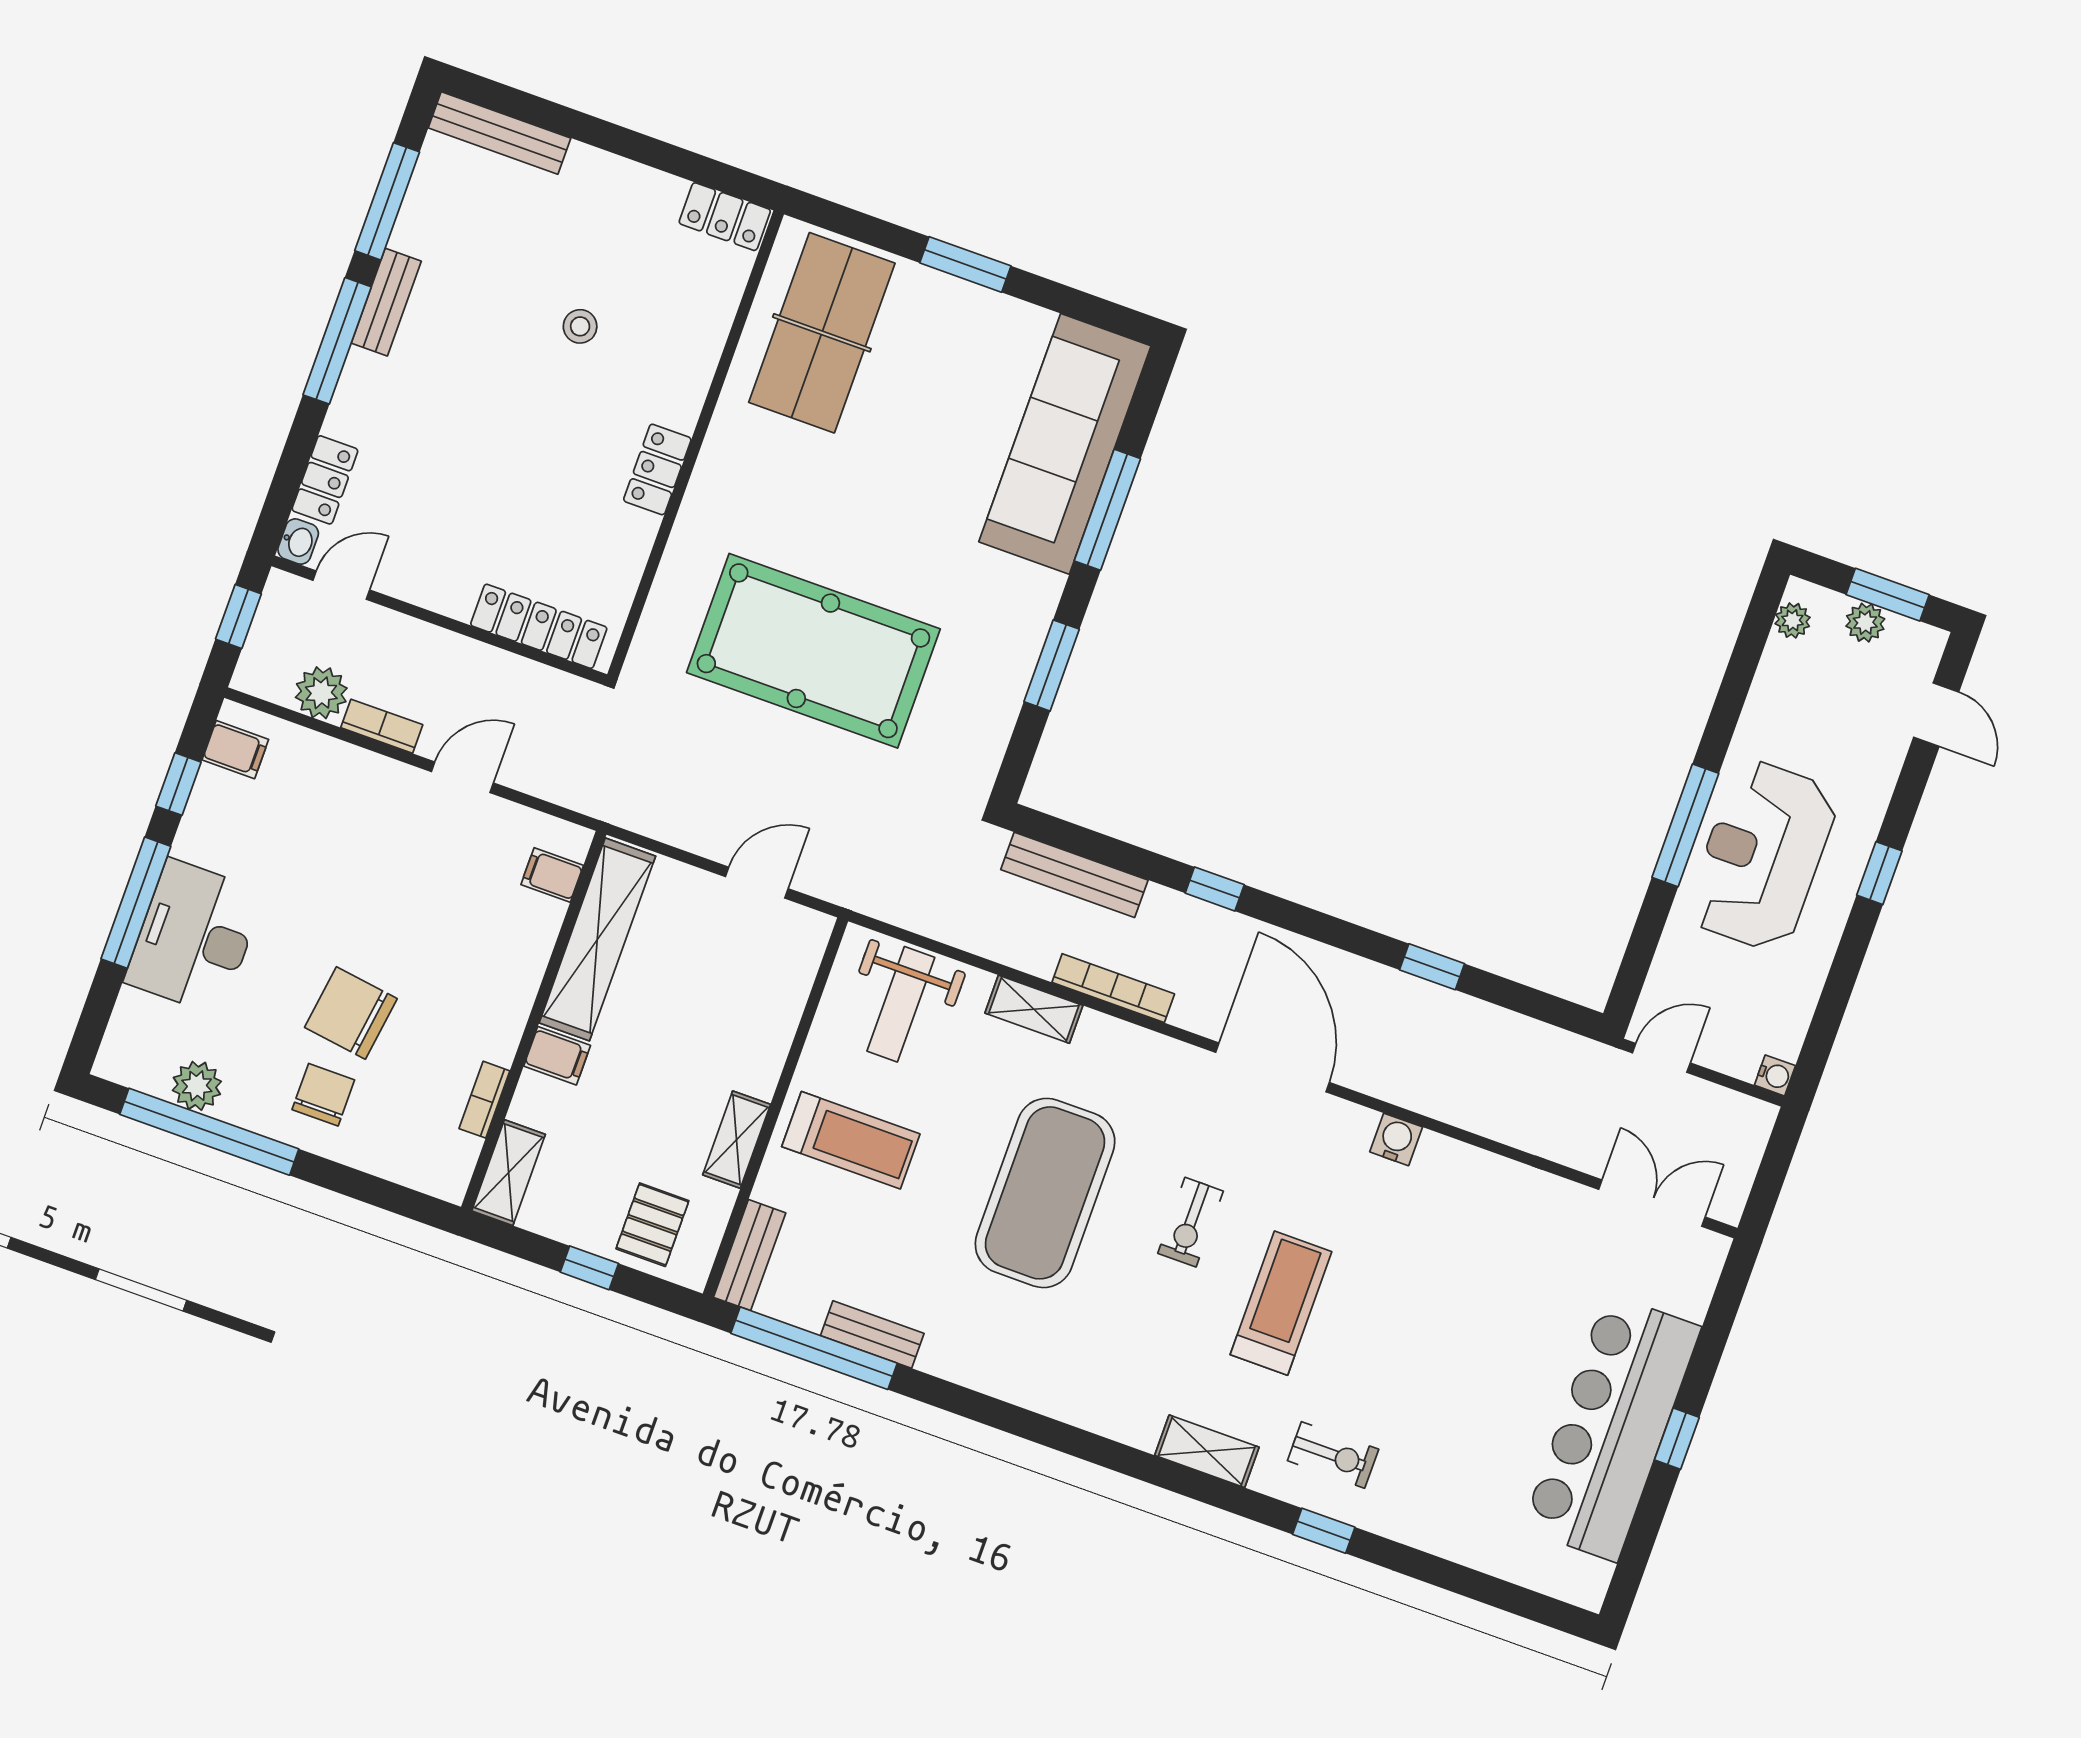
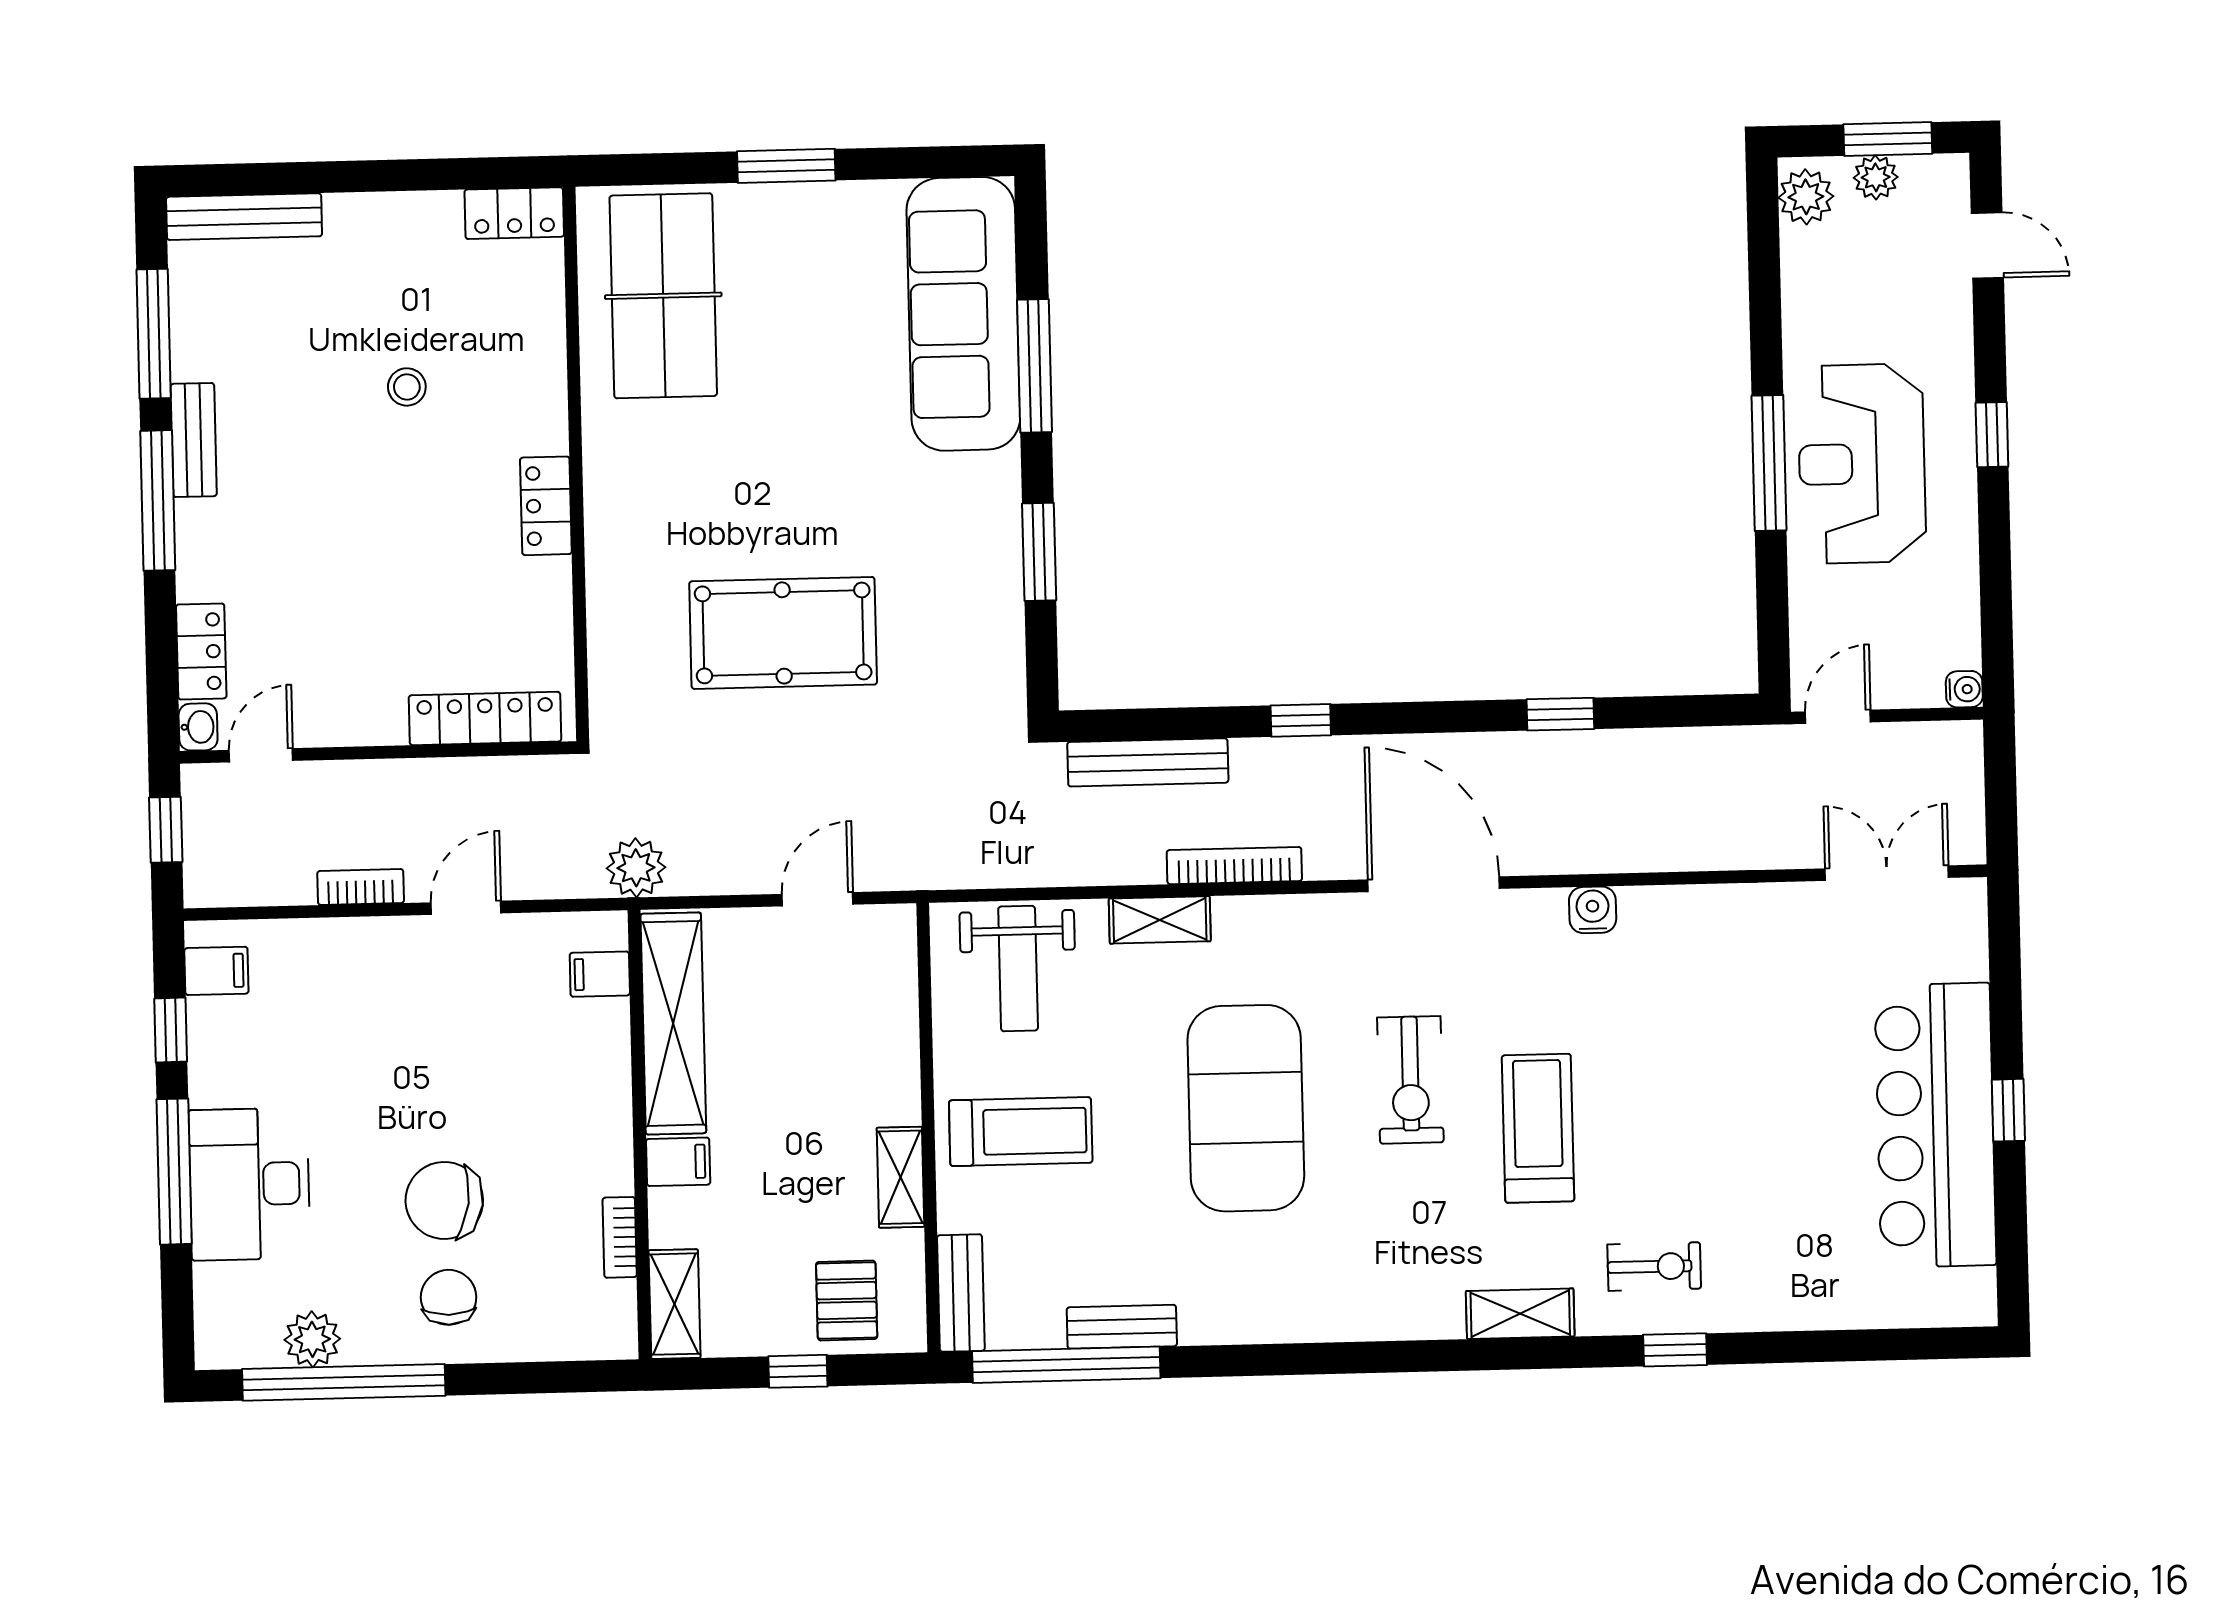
plant: (1793, 620) -> (1806, 197), width x1.38, depth x1.38
pool table: (813, 651) -> (783, 633), width x0.73, depth x0.76
plant: (321, 693) -> (636, 868), moved
exercise bike: (1191, 1222) -> (1410, 1080), width x1.38, depth x1.39

